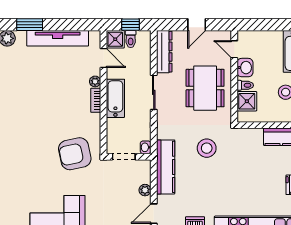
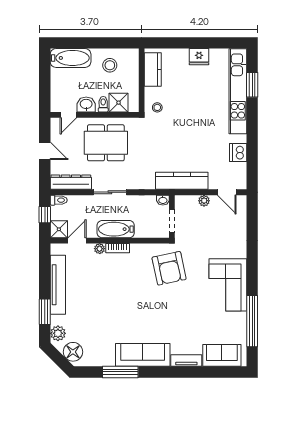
toilet: (131, 39) -> (59, 200), moved
stool: (207, 148) -> (157, 107), moved, width x0.53, depth x0.53

